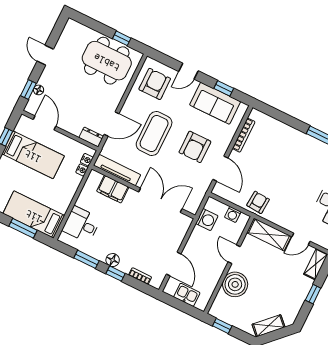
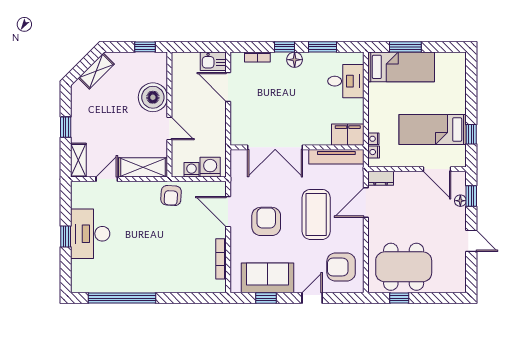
armchair: (155, 84) -> (341, 267), turned 90
filing cabinet: (113, 189) -> (348, 135), moved
washing machine: (207, 220) -> (210, 167), moved, turned 90
kitchen sink: (187, 295) -> (213, 61), moved

